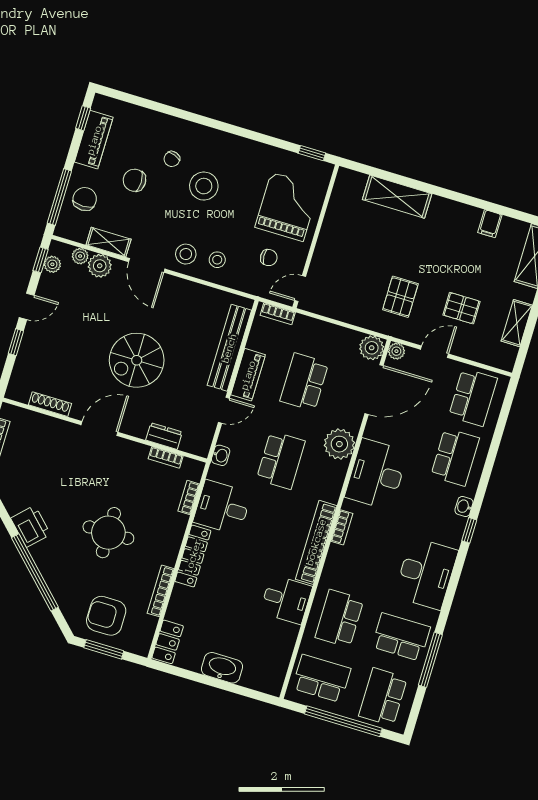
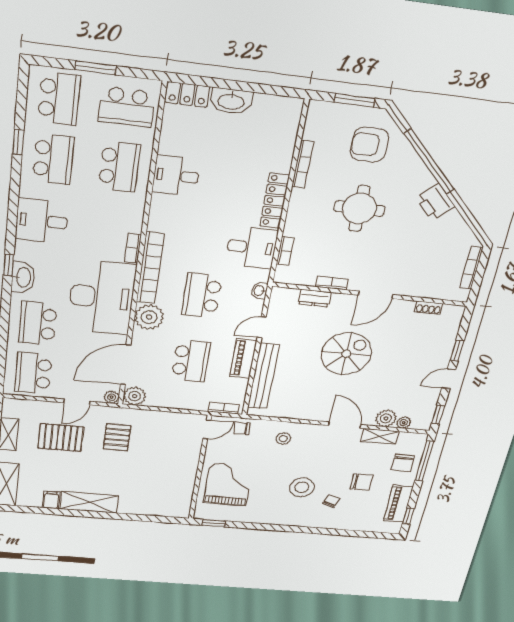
shelving: (397, 197) -> (89, 502), moved
grand piano: (287, 207) -> (228, 485), turned 180
stool: (186, 254) -> (311, 438), removed
chair: (269, 258) -> (242, 429), moved
plant: (52, 264) -> (428, 413), removed
pallet: (462, 308) -> (61, 438), width x1.50, depth x1.42
shoe rack: (50, 404) -> (429, 308), width x0.70
bookcase: (166, 457) -> (332, 283), moved
desk: (376, 474) -> (102, 297), width x1.36, depth x1.30
washbasin: (464, 506) -> (23, 277), width x1.91, depth x1.45
bookcase: (316, 542) -> (150, 268), moved
desk: (426, 573) -> (42, 221), width x0.73
armchair: (106, 616) -> (369, 145), moved, turned 180
school desk: (401, 637) -> (53, 159), turned -90
locker: (168, 642) -> (187, 94), moved, turned -90
window: (430, 660) -> (18, 142), width x0.46
window: (343, 721) -> (96, 68), width x0.47

